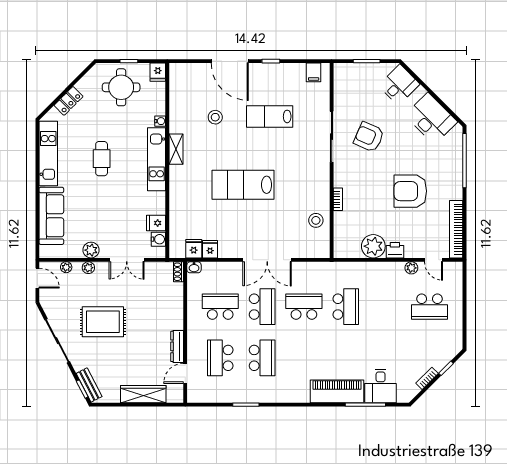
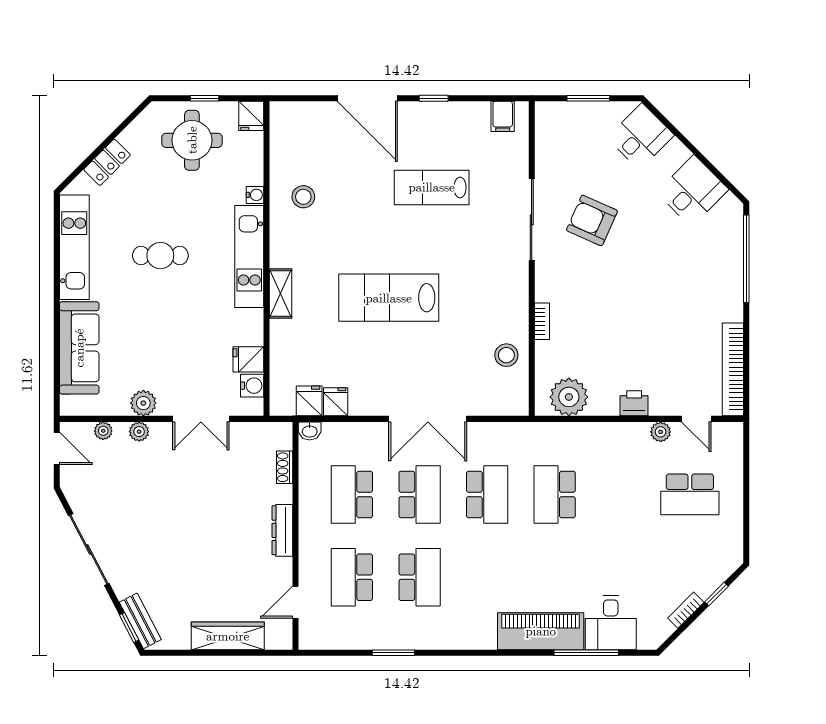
stool: (215, 117) -> (303, 197), moved
desk: (431, 119) -> (692, 191), width x0.73
shelving: (176, 149) -> (280, 293), moved
cafe table: (102, 159) -> (160, 256), turned 90
armchair: (410, 191) -> (659, 308), removed
plant: (373, 246) -> (569, 397), moved
shoe rack: (178, 272) -> (285, 467), moved
school desk: (220, 307) -> (352, 494), turned -90
school desk: (304, 307) -> (487, 494), turned 90
school desk: (346, 307) -> (555, 494), turned 180
rug: (103, 322) -> (162, 519), removed
dresser: (177, 346) -> (282, 530), moved

